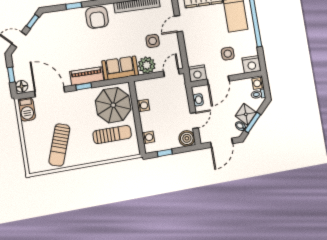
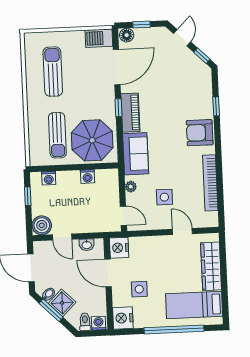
plant: (147, 65) -> (131, 187), width x0.53, depth x0.53
sun lounger: (59, 145) -> (53, 72), turned 71

